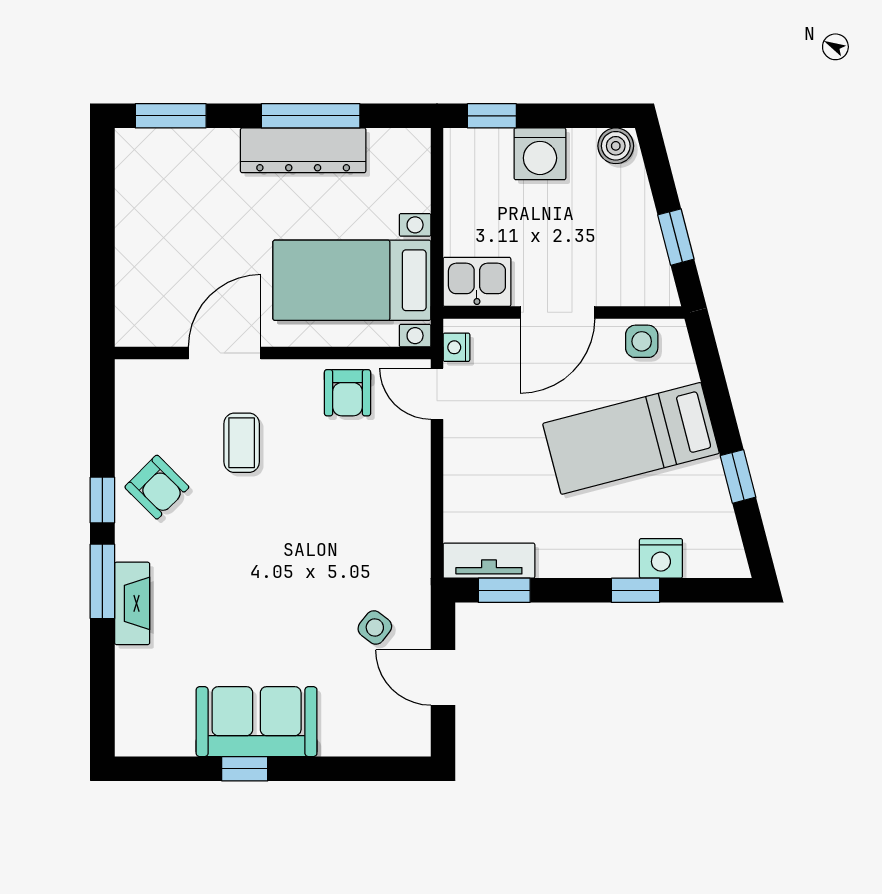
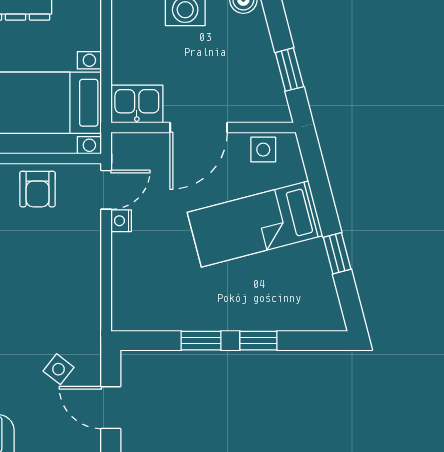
nightstand: (456, 347) -> (121, 221), moved
door: (437, 394) -> (106, 190), swing flipped
nightstand: (661, 558) -> (278, 316), removed
tv unit: (489, 561) -> (146, 318), removed
window: (504, 590) -> (201, 341), moved

